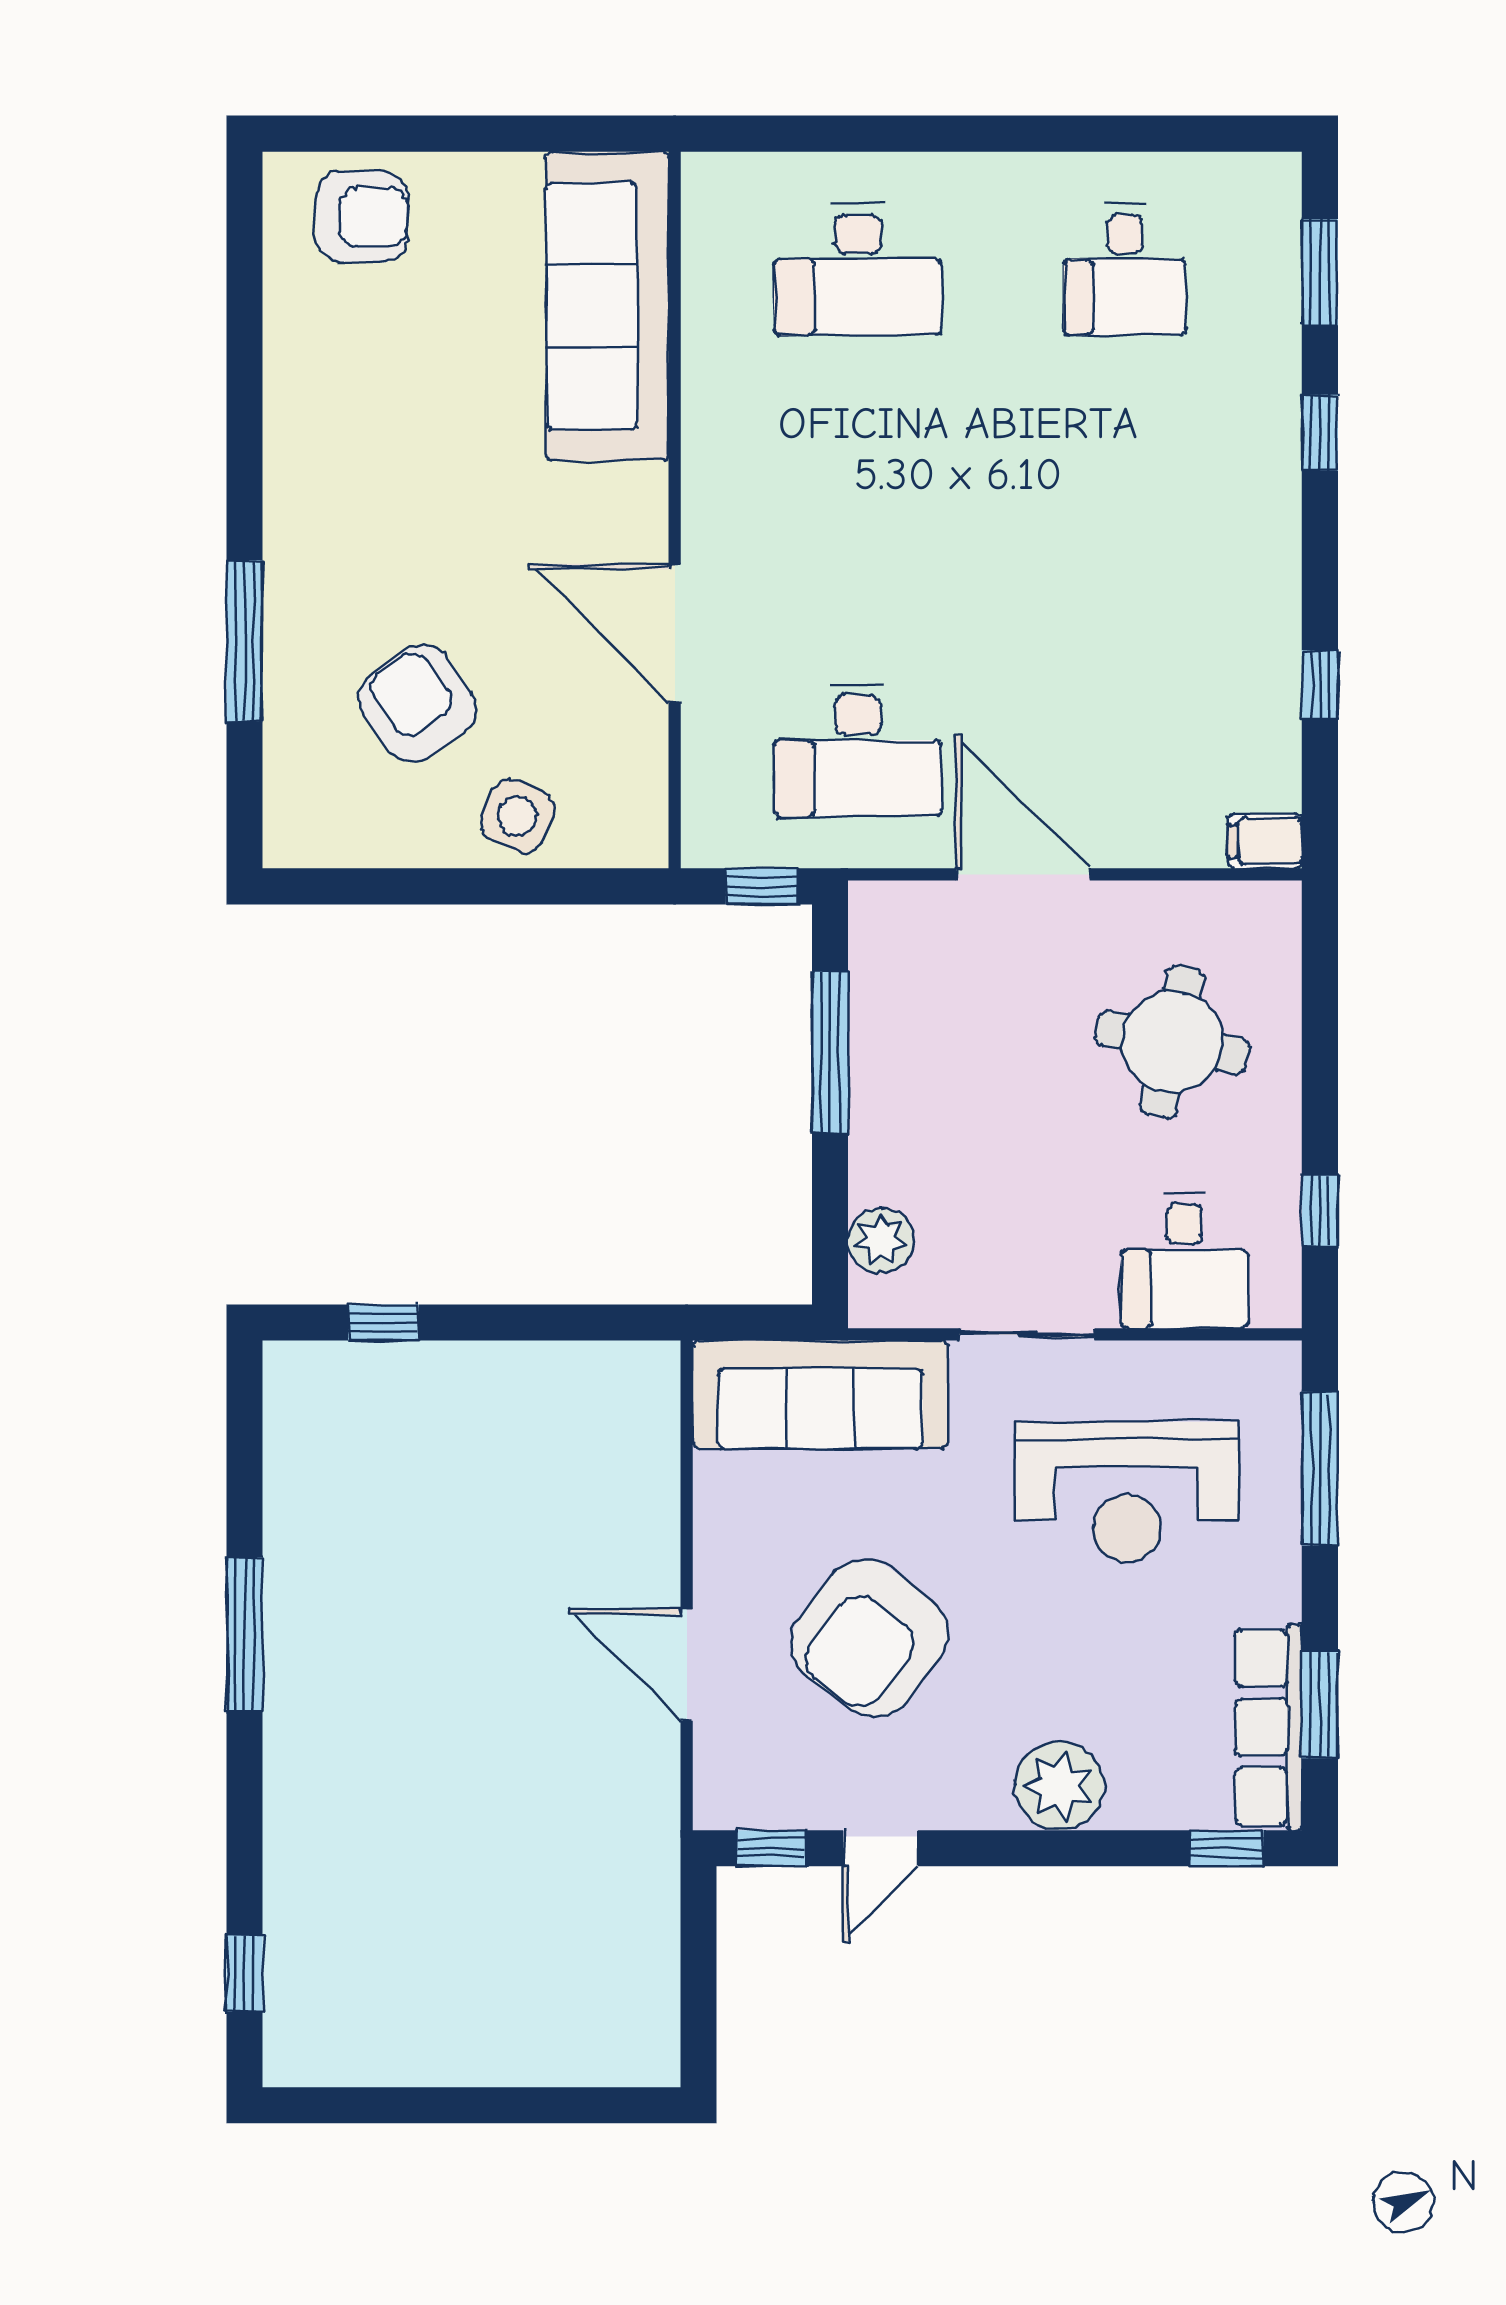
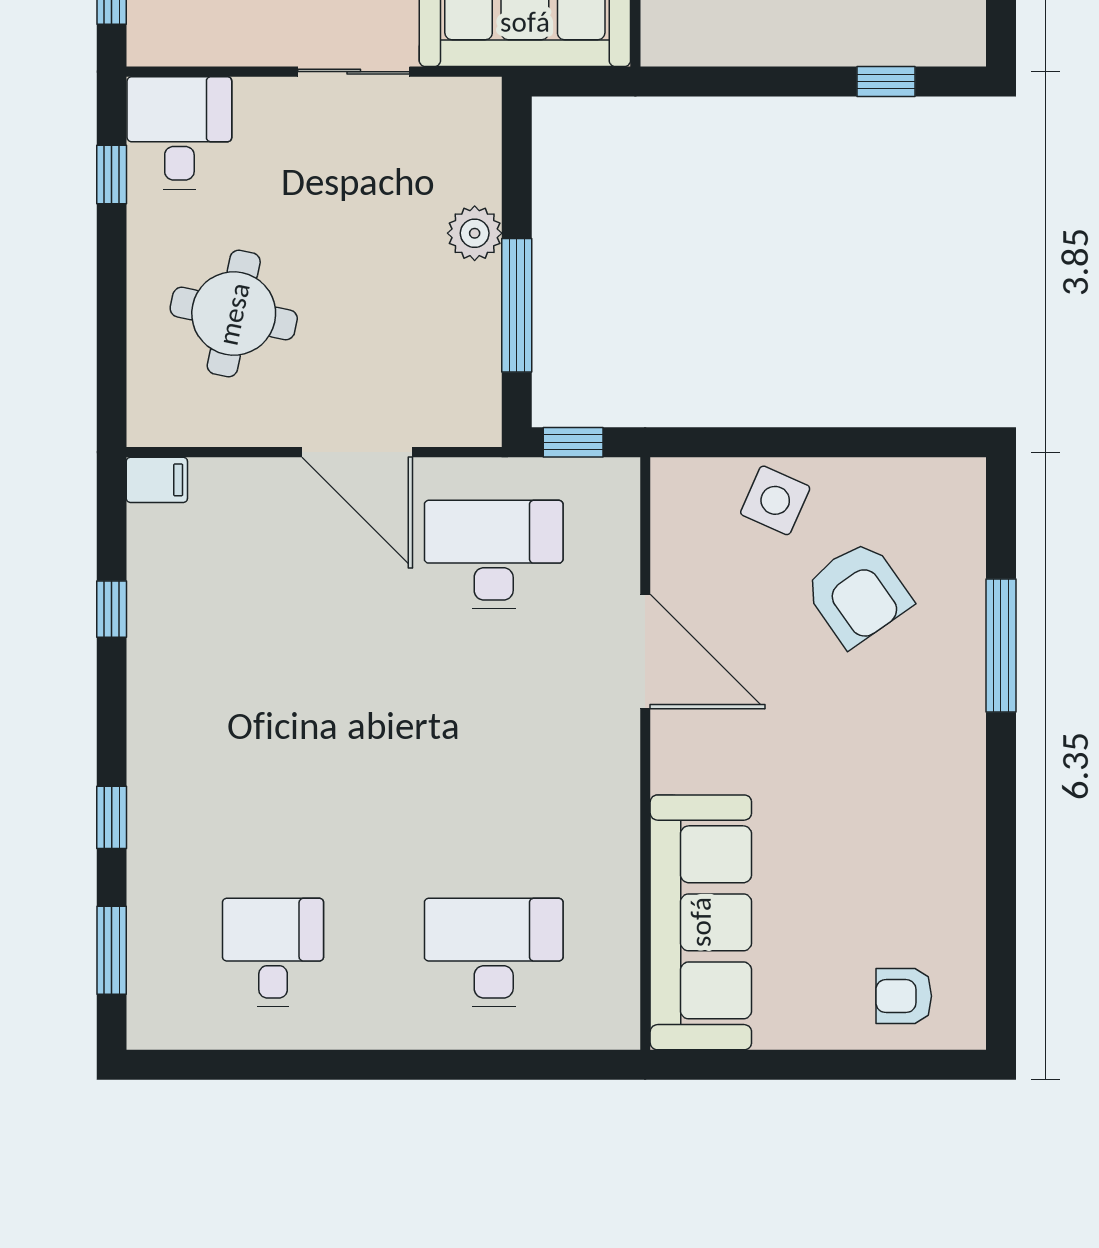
armchair: (362, 217) -> (904, 996), width x0.72, depth x0.72
plant: (881, 1240) -> (475, 233), moved
desk: (1184, 1260) -> (179, 133), moved

